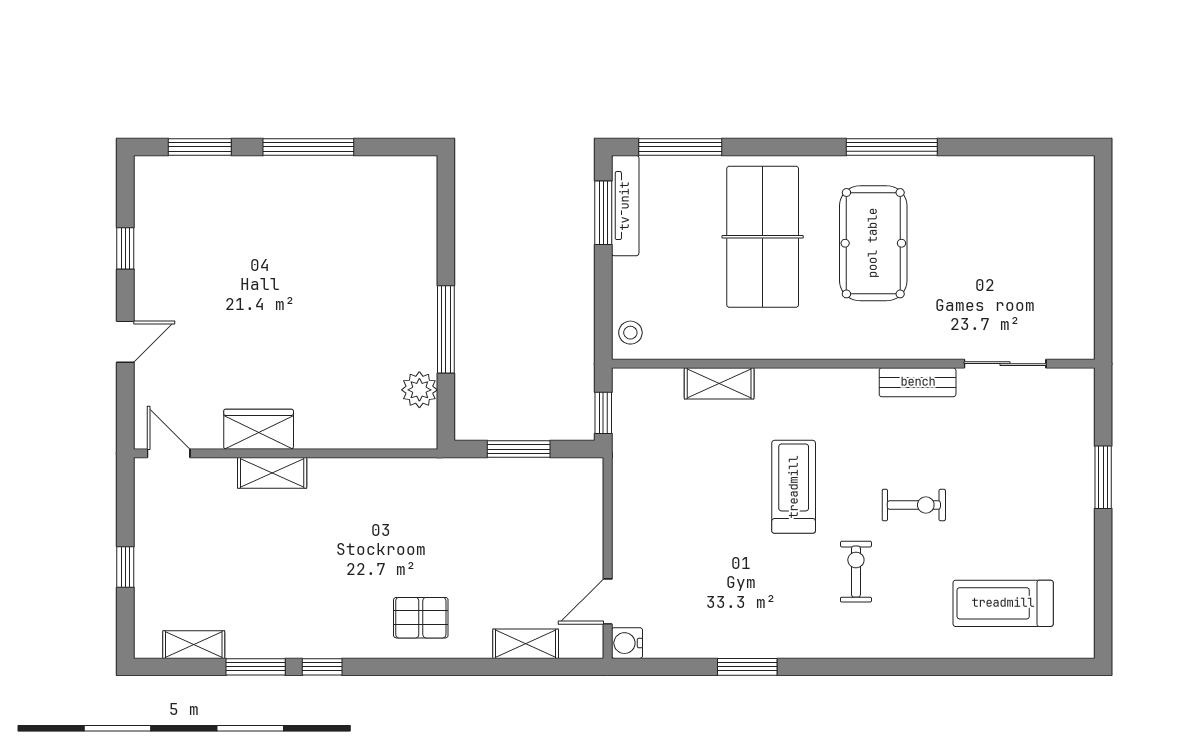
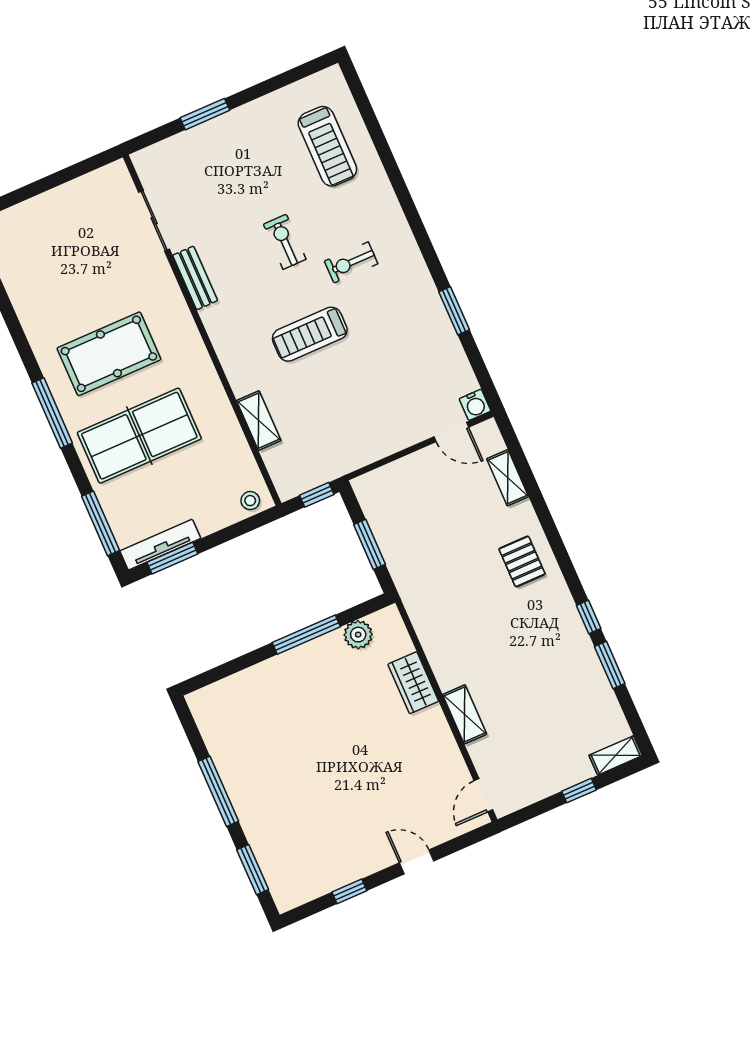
window: (892, 147) -> (52, 413), moved
wardrobe: (259, 429) -> (413, 683), moved
shelving: (194, 645) -> (616, 755), moved, turned 90

